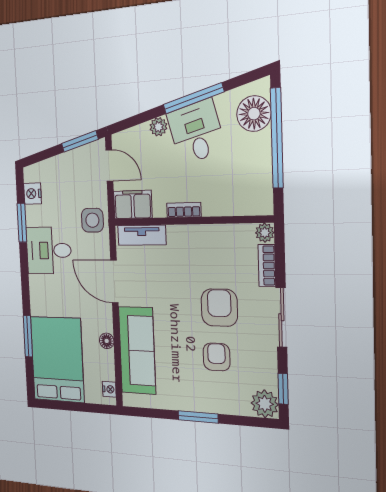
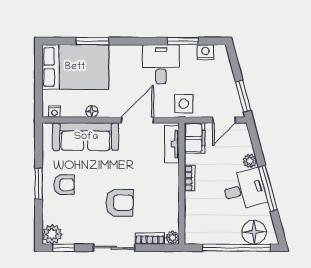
armchair: (217, 357) -> (64, 185), moved

